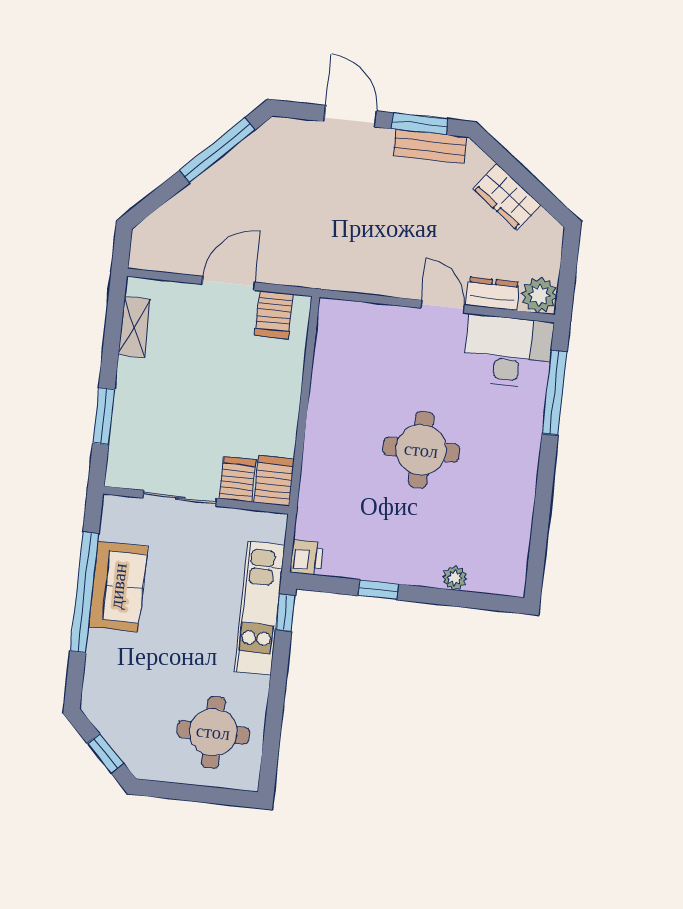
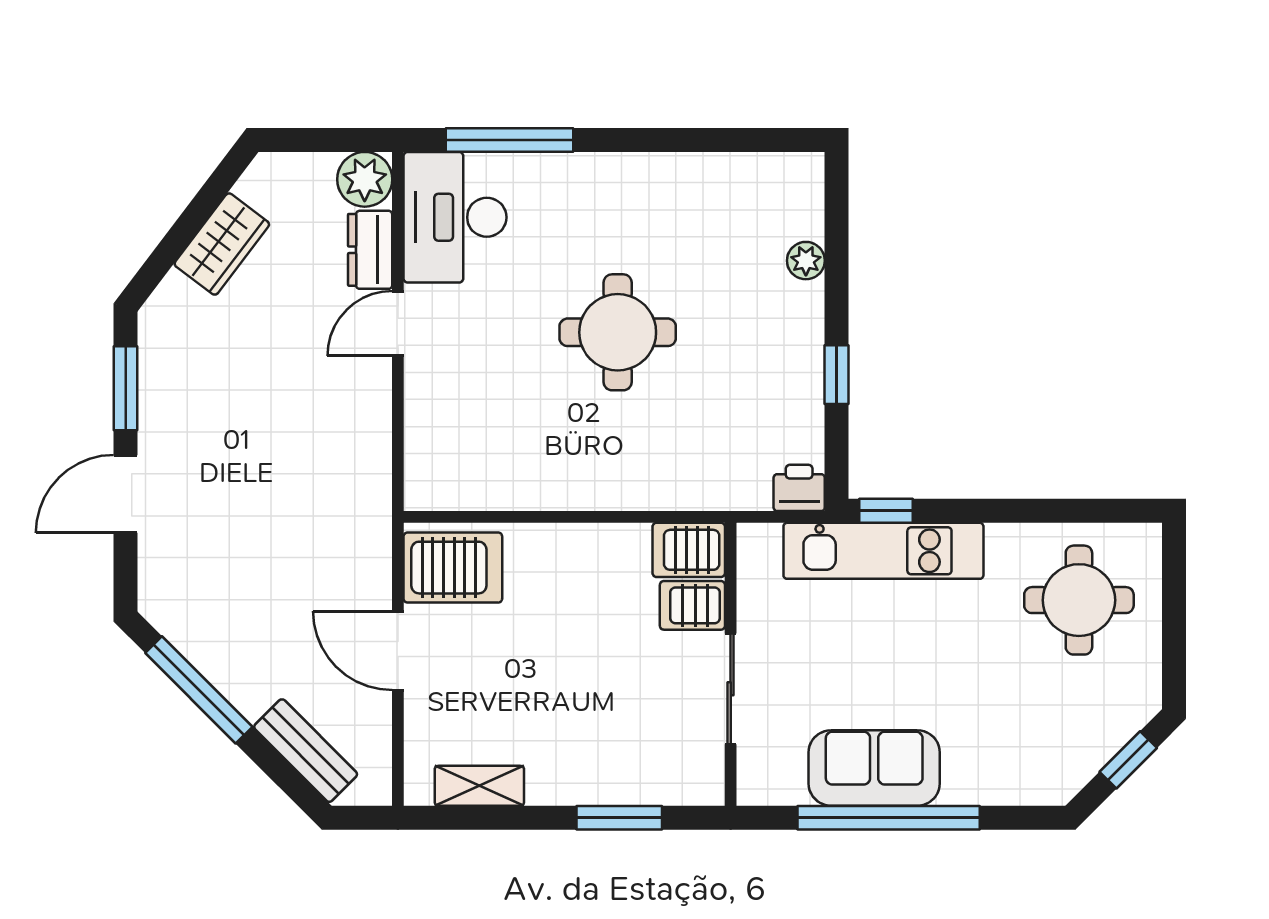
bench: (430, 146) -> (306, 751), moved, turned -45
server rack: (274, 315) -> (453, 568), width x1.36, depth x1.44

